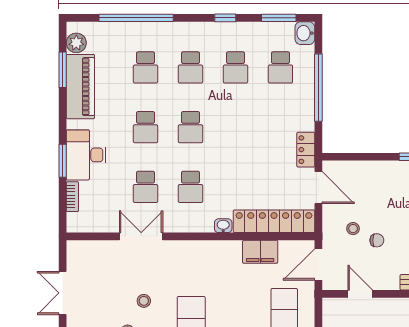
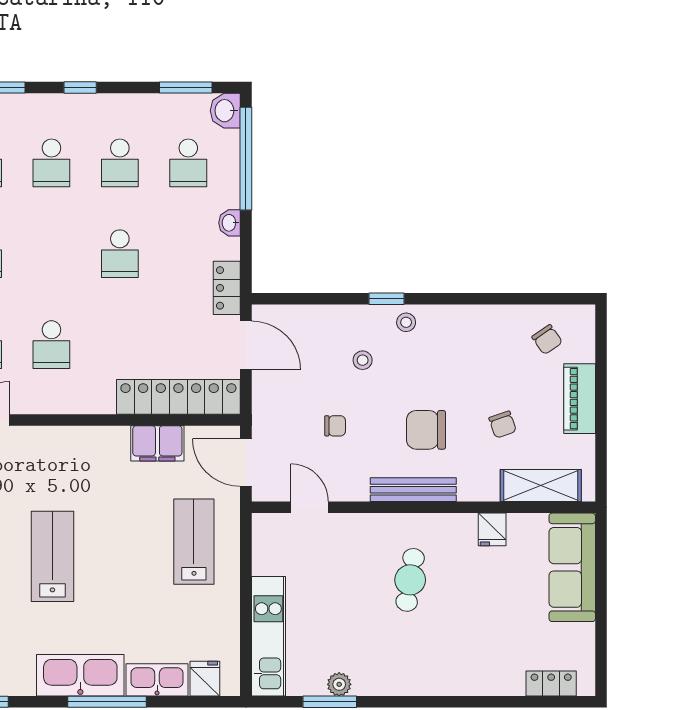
window: (225, 18) -> (80, 87), moved
window: (318, 88) -> (246, 159), moved
school desk: (190, 127) -> (120, 254), moved
washbasin: (223, 226) -> (230, 223), moved, turned -90
stool: (353, 229) -> (363, 360), moved
door: (318, 264) -> (246, 463), hinge flipped

